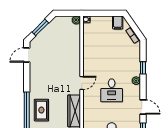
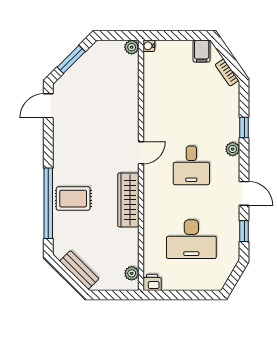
rug: (41, 110) -> (73, 199), turned 90

